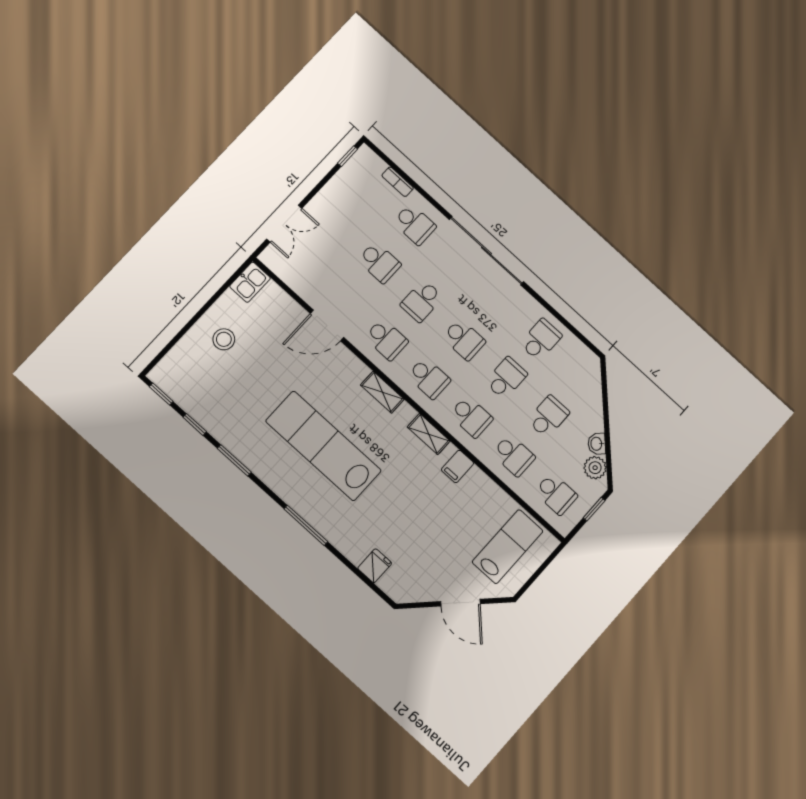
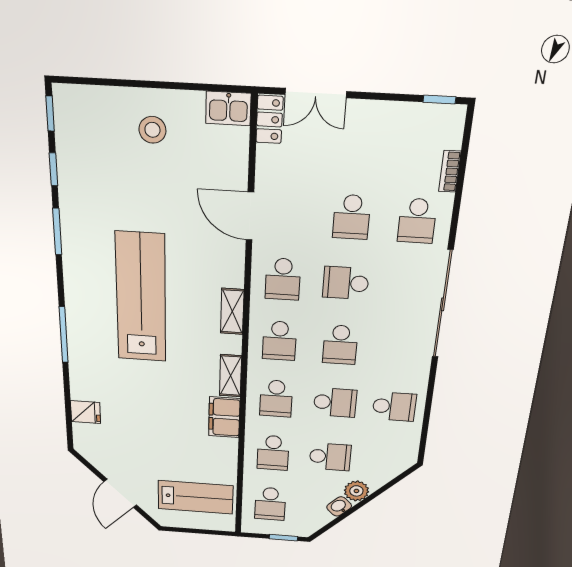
locker: (277, 263) -> (269, 119), added
filing cabinet: (457, 466) -> (224, 417), width x2.00
plant: (595, 468) -> (356, 491), moved

